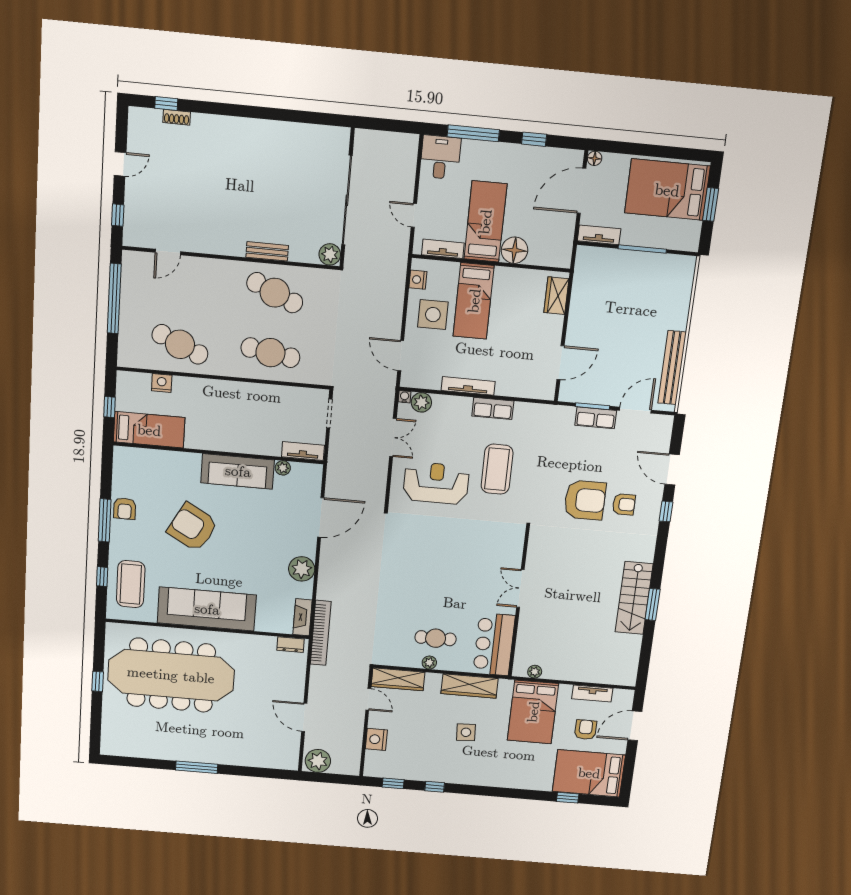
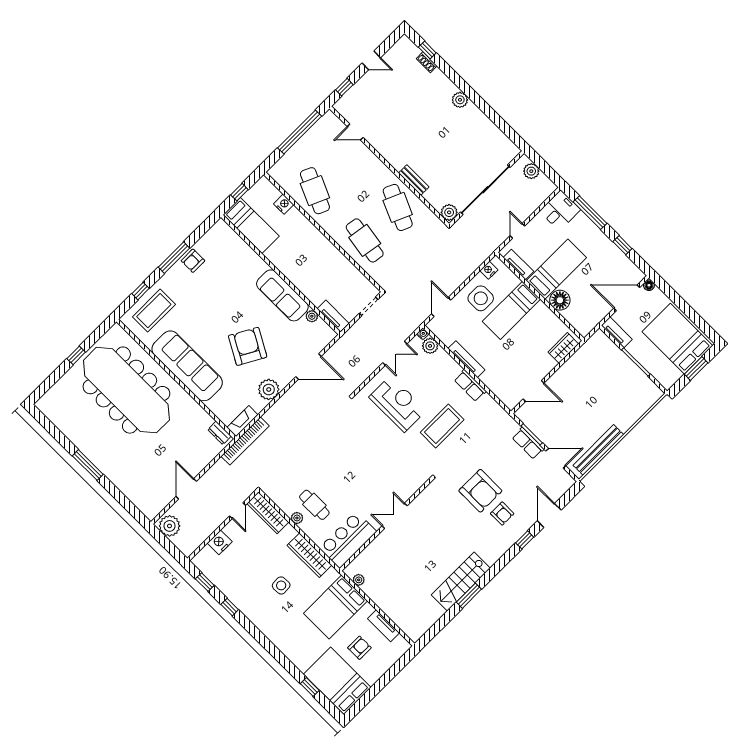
plant: (243, 128) -> (460, 100), added
plant: (378, 141) -> (531, 171), added
armchair: (193, 527) -> (248, 346), moved
door: (635, 726) -> (393, 671), removed

